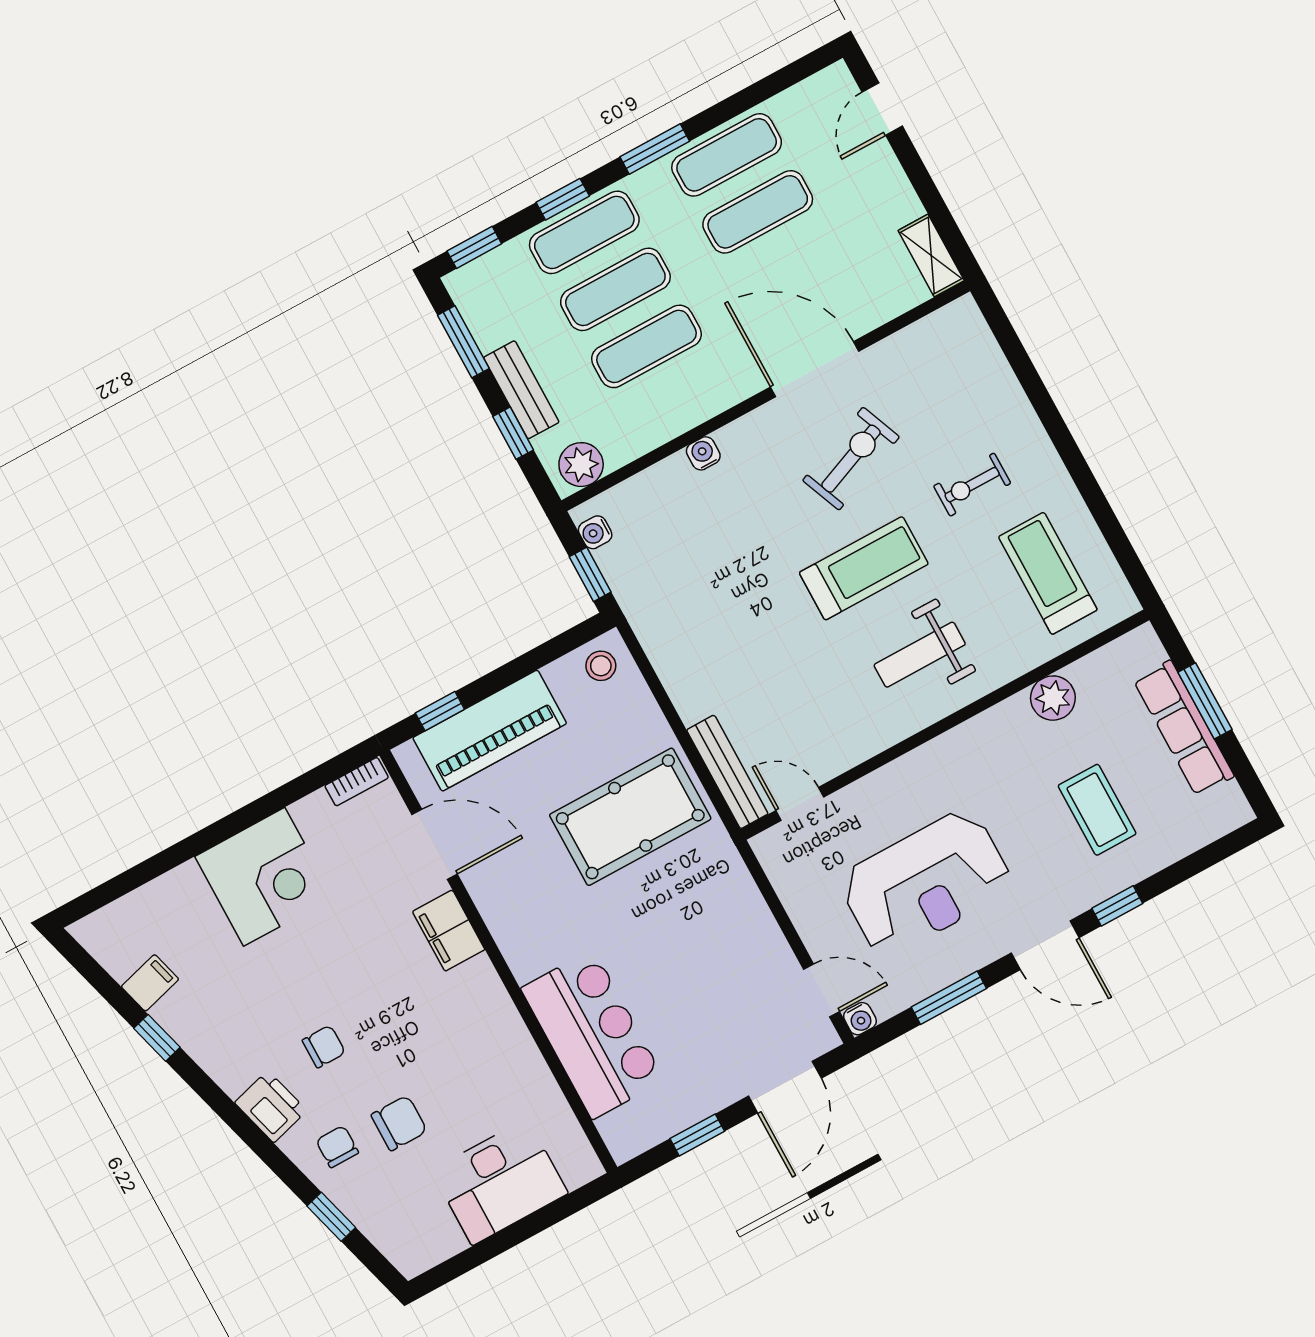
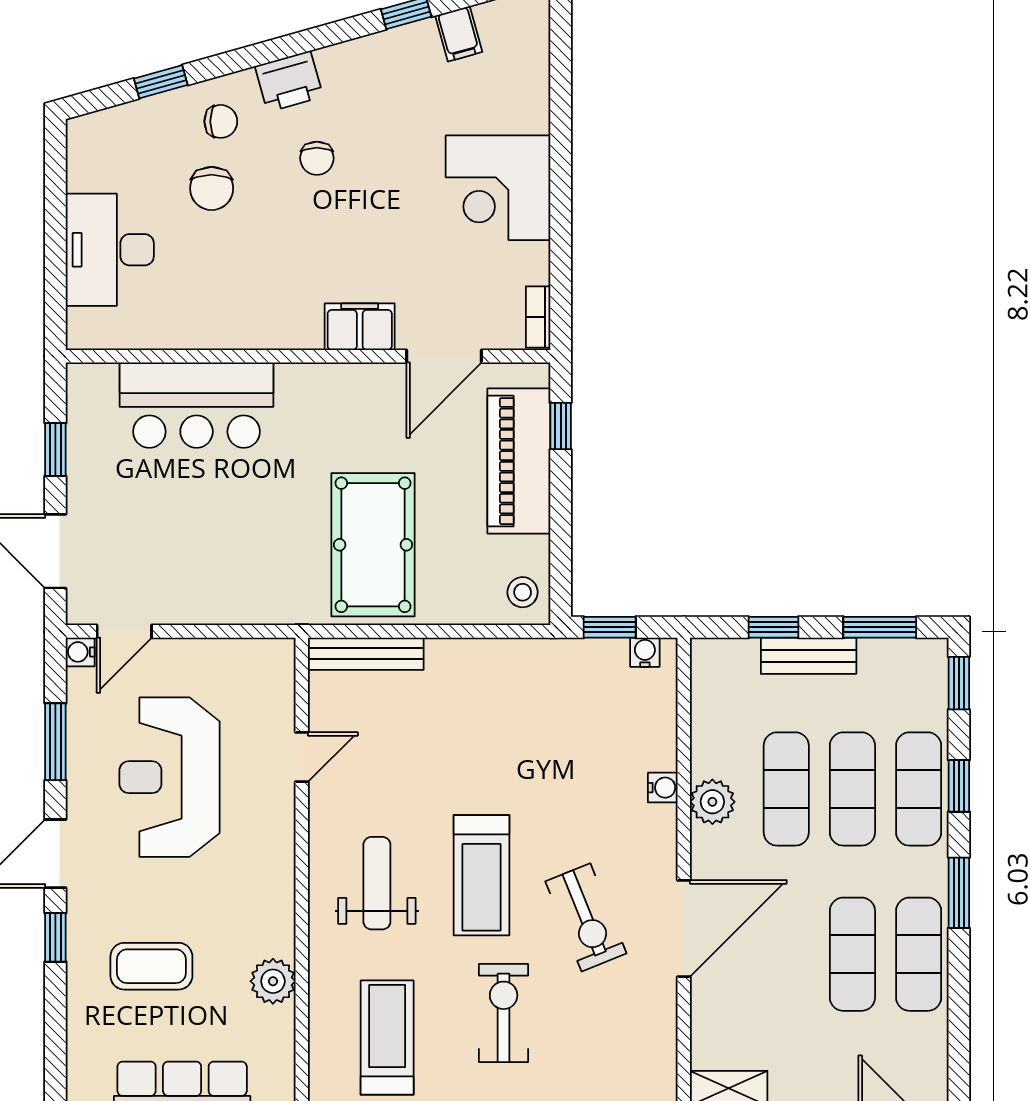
plant: (581, 465) -> (712, 802), moved
exercise bike: (972, 485) -> (504, 1013), width x1.38, depth x1.39
treadmill: (1048, 573) -> (387, 1038), turned -90
door: (800, 804) -> (302, 757), moved

